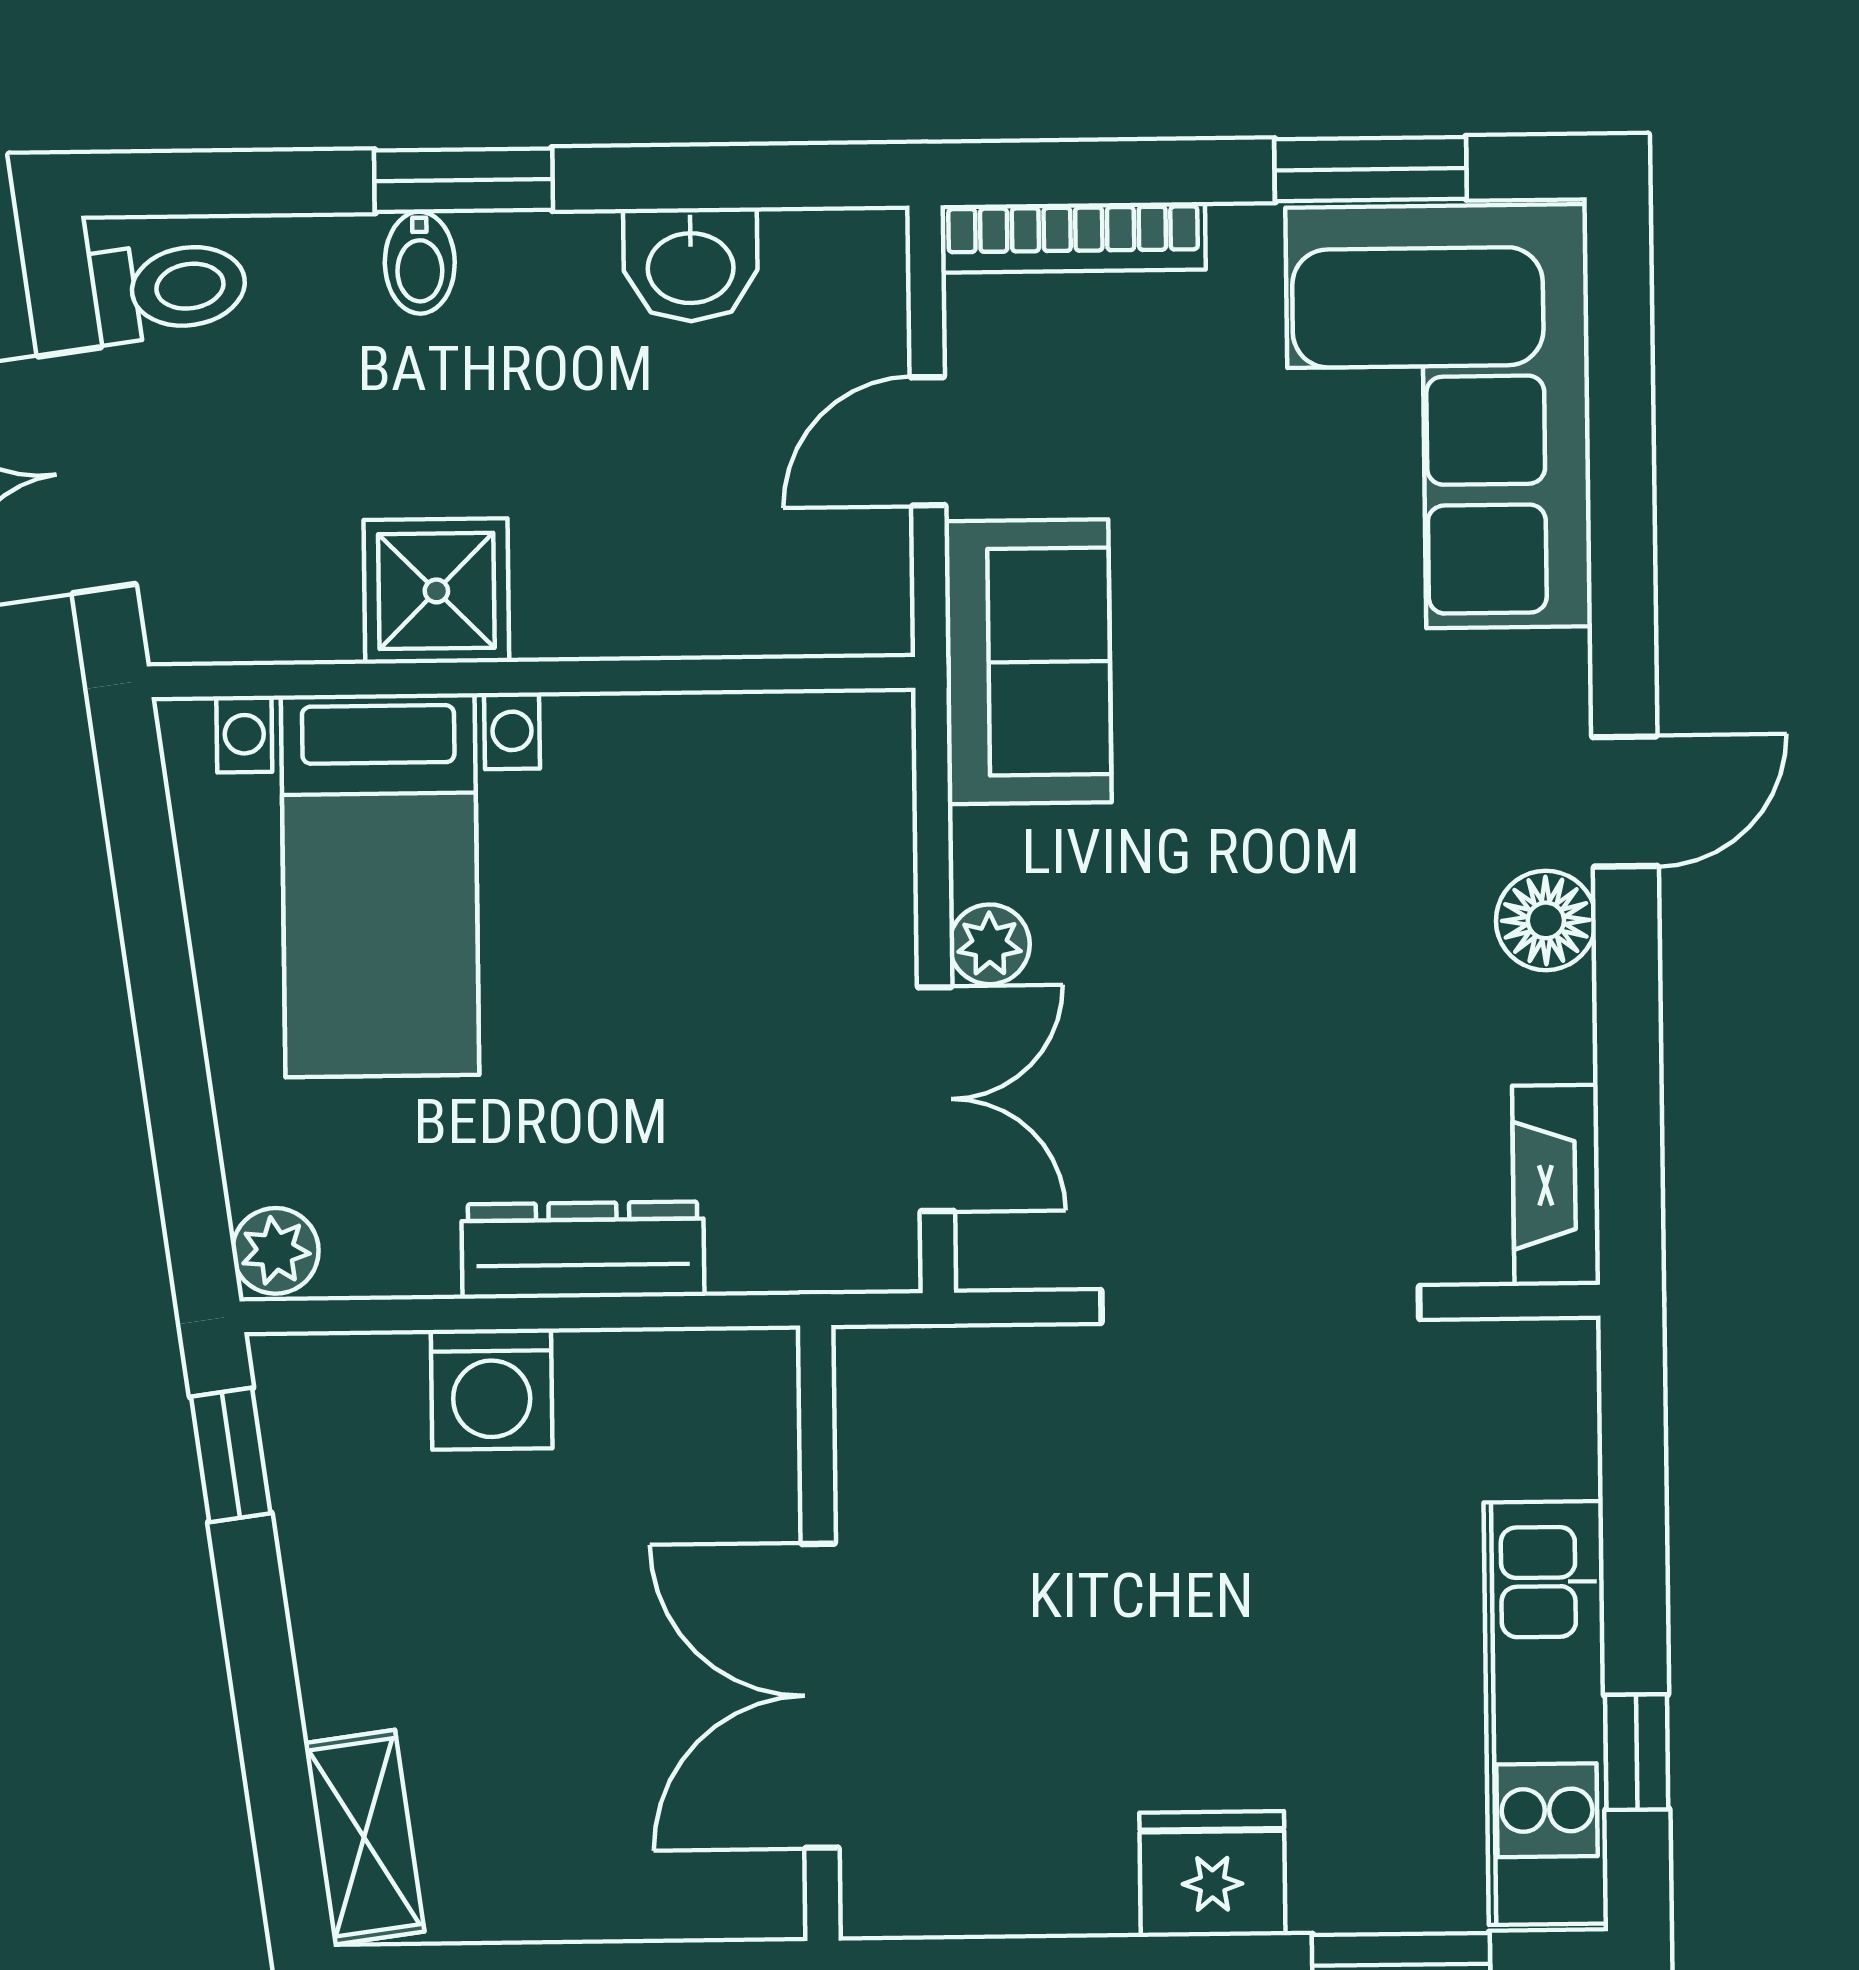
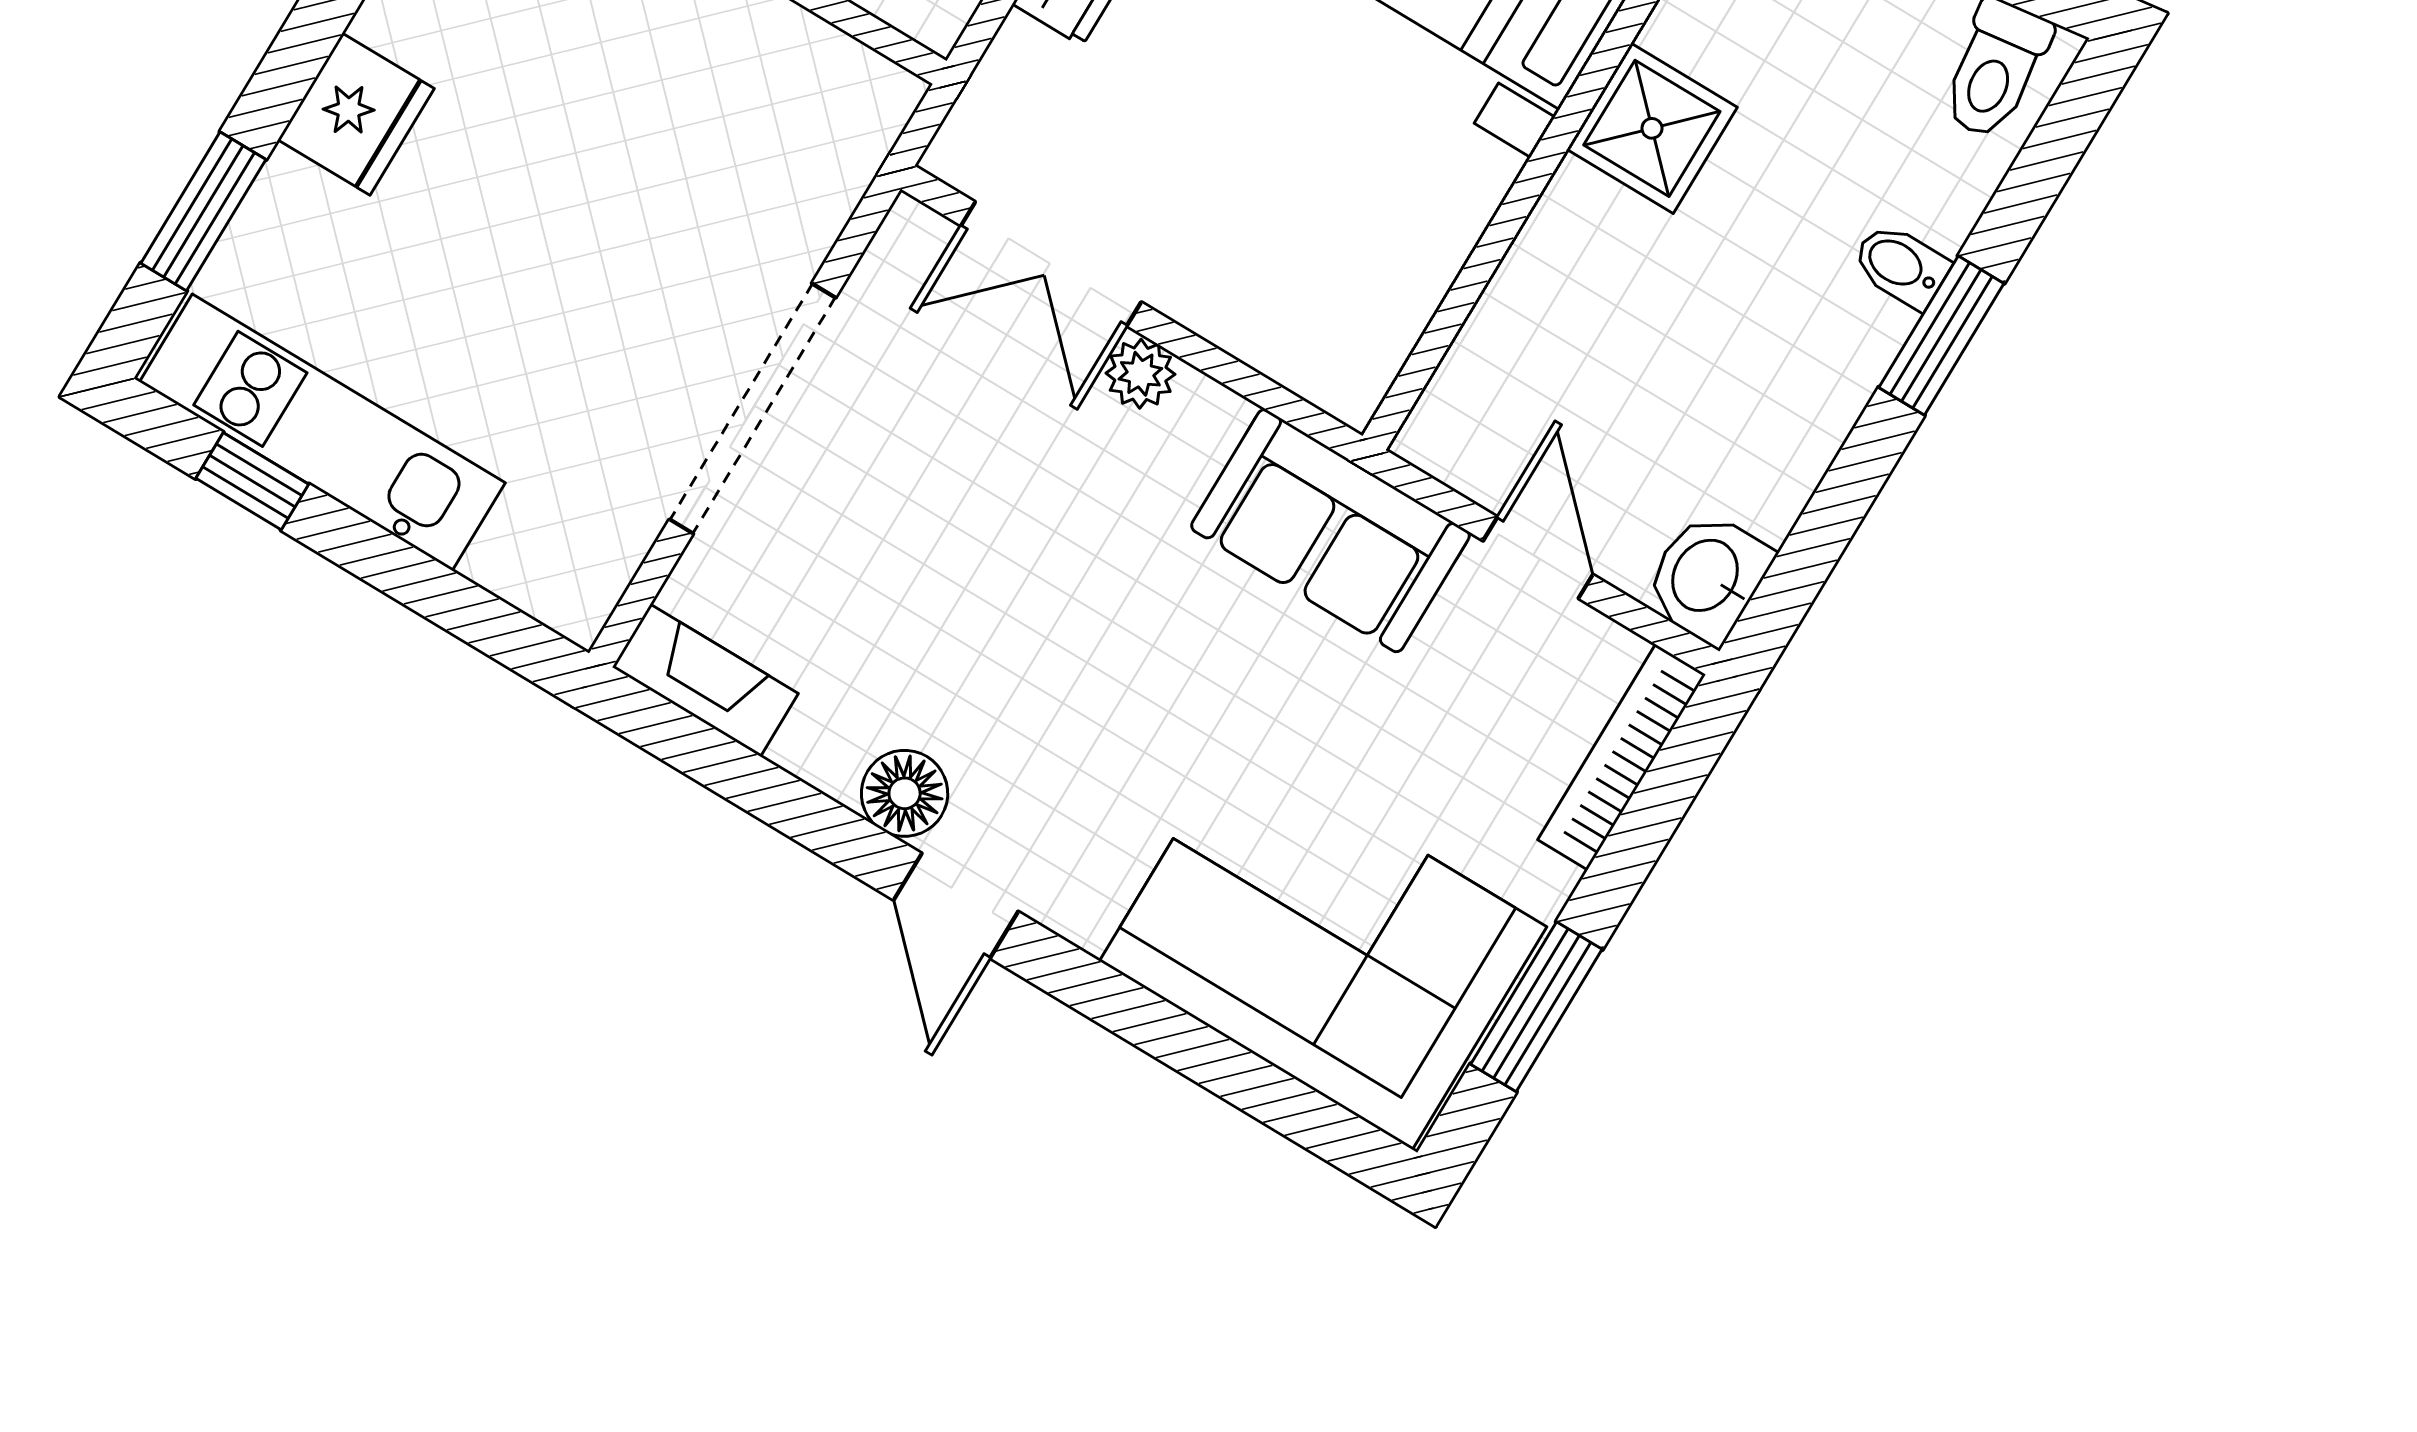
washbasin: (691, 265) -> (1708, 577), moved

